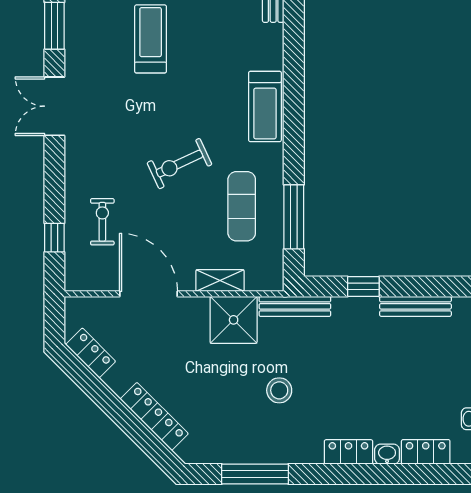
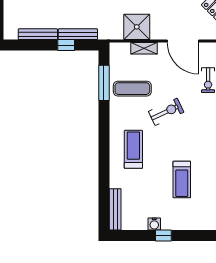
treadmill: (265, 106) -> (133, 149), moved
exercise mat: (242, 206) -> (132, 89), turned 90
bench: (295, 306) -> (78, 34), moved

